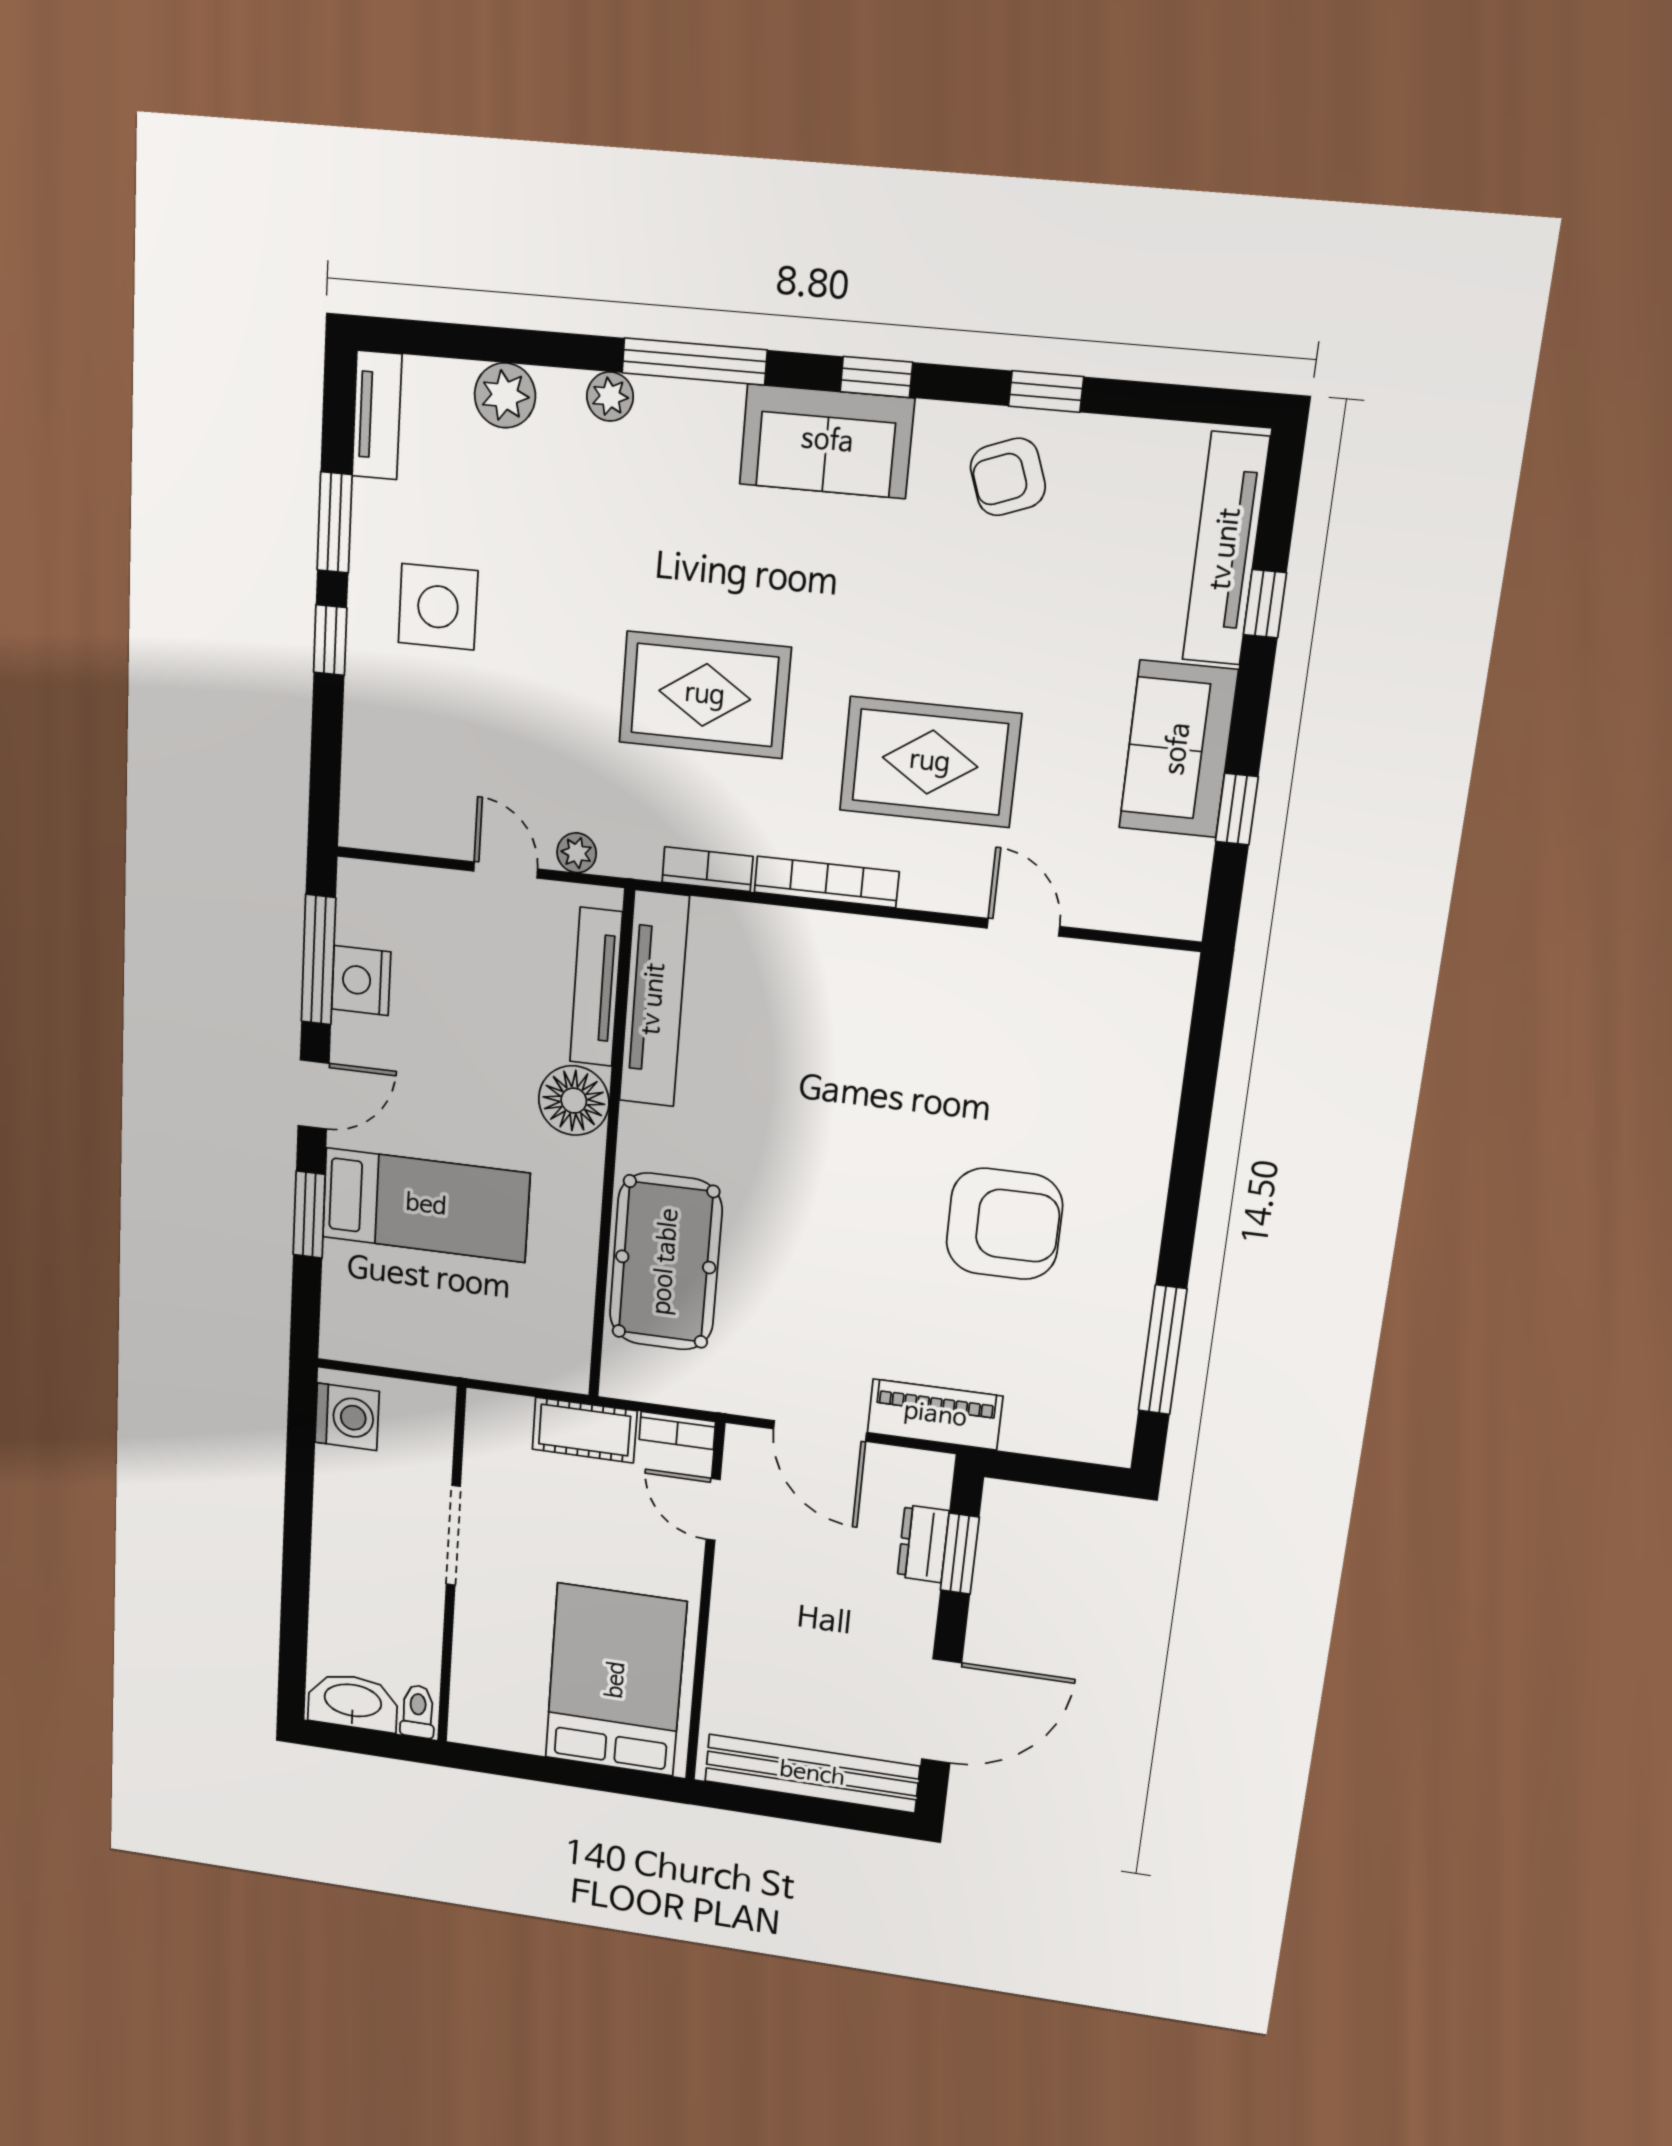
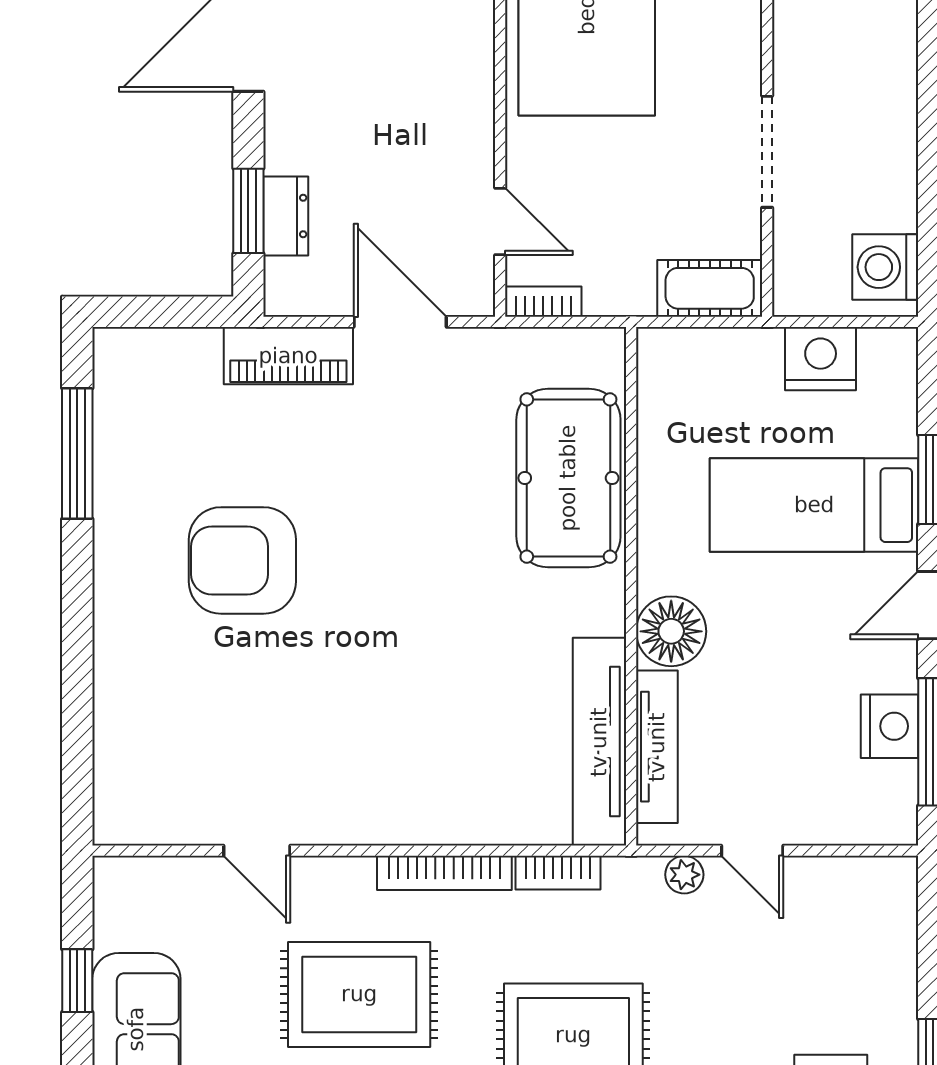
nightstand: (412, 1342) -> (821, 359), added
cot: (585, 1430) -> (710, 288), moved

